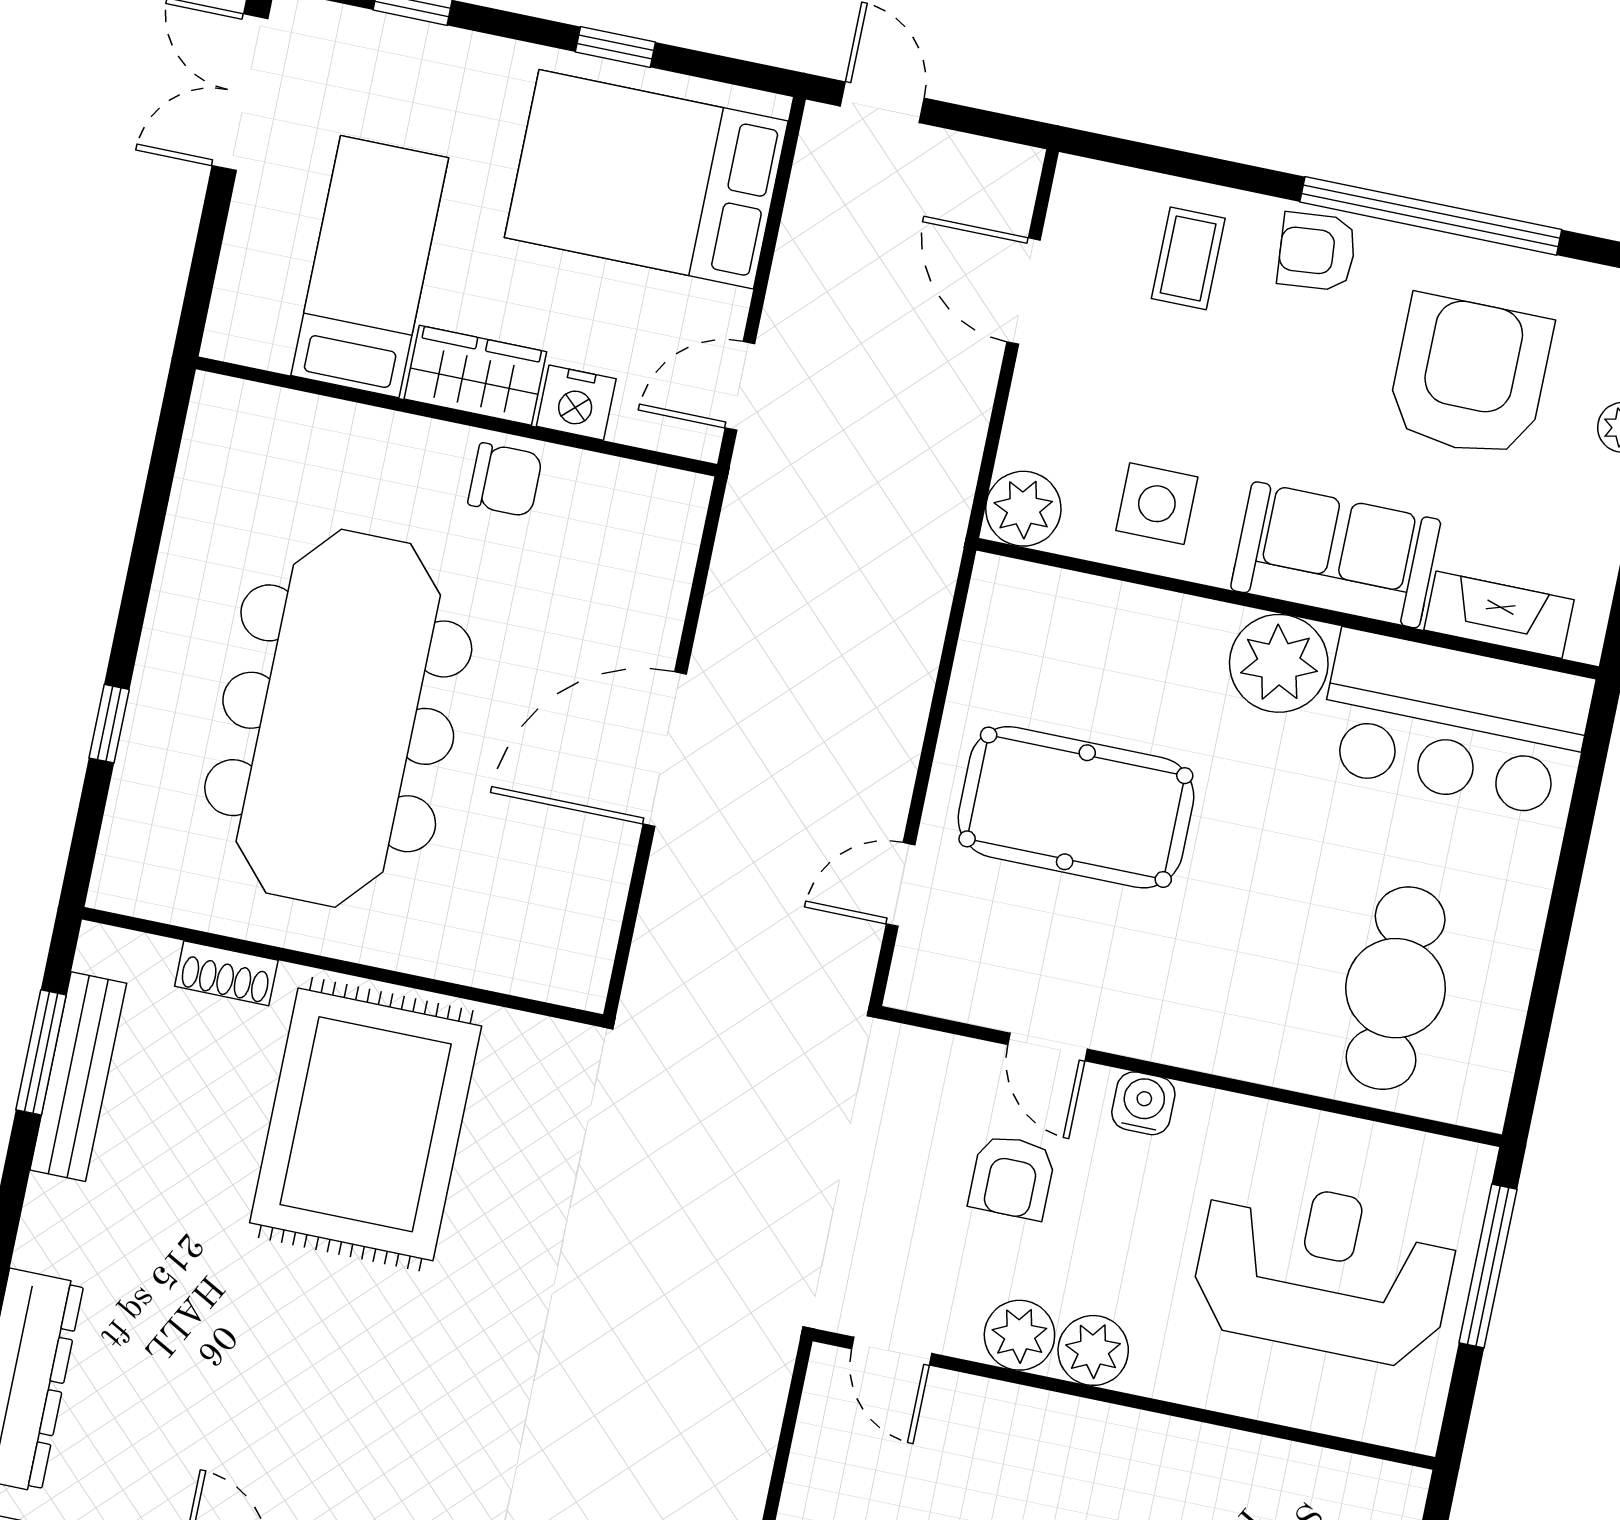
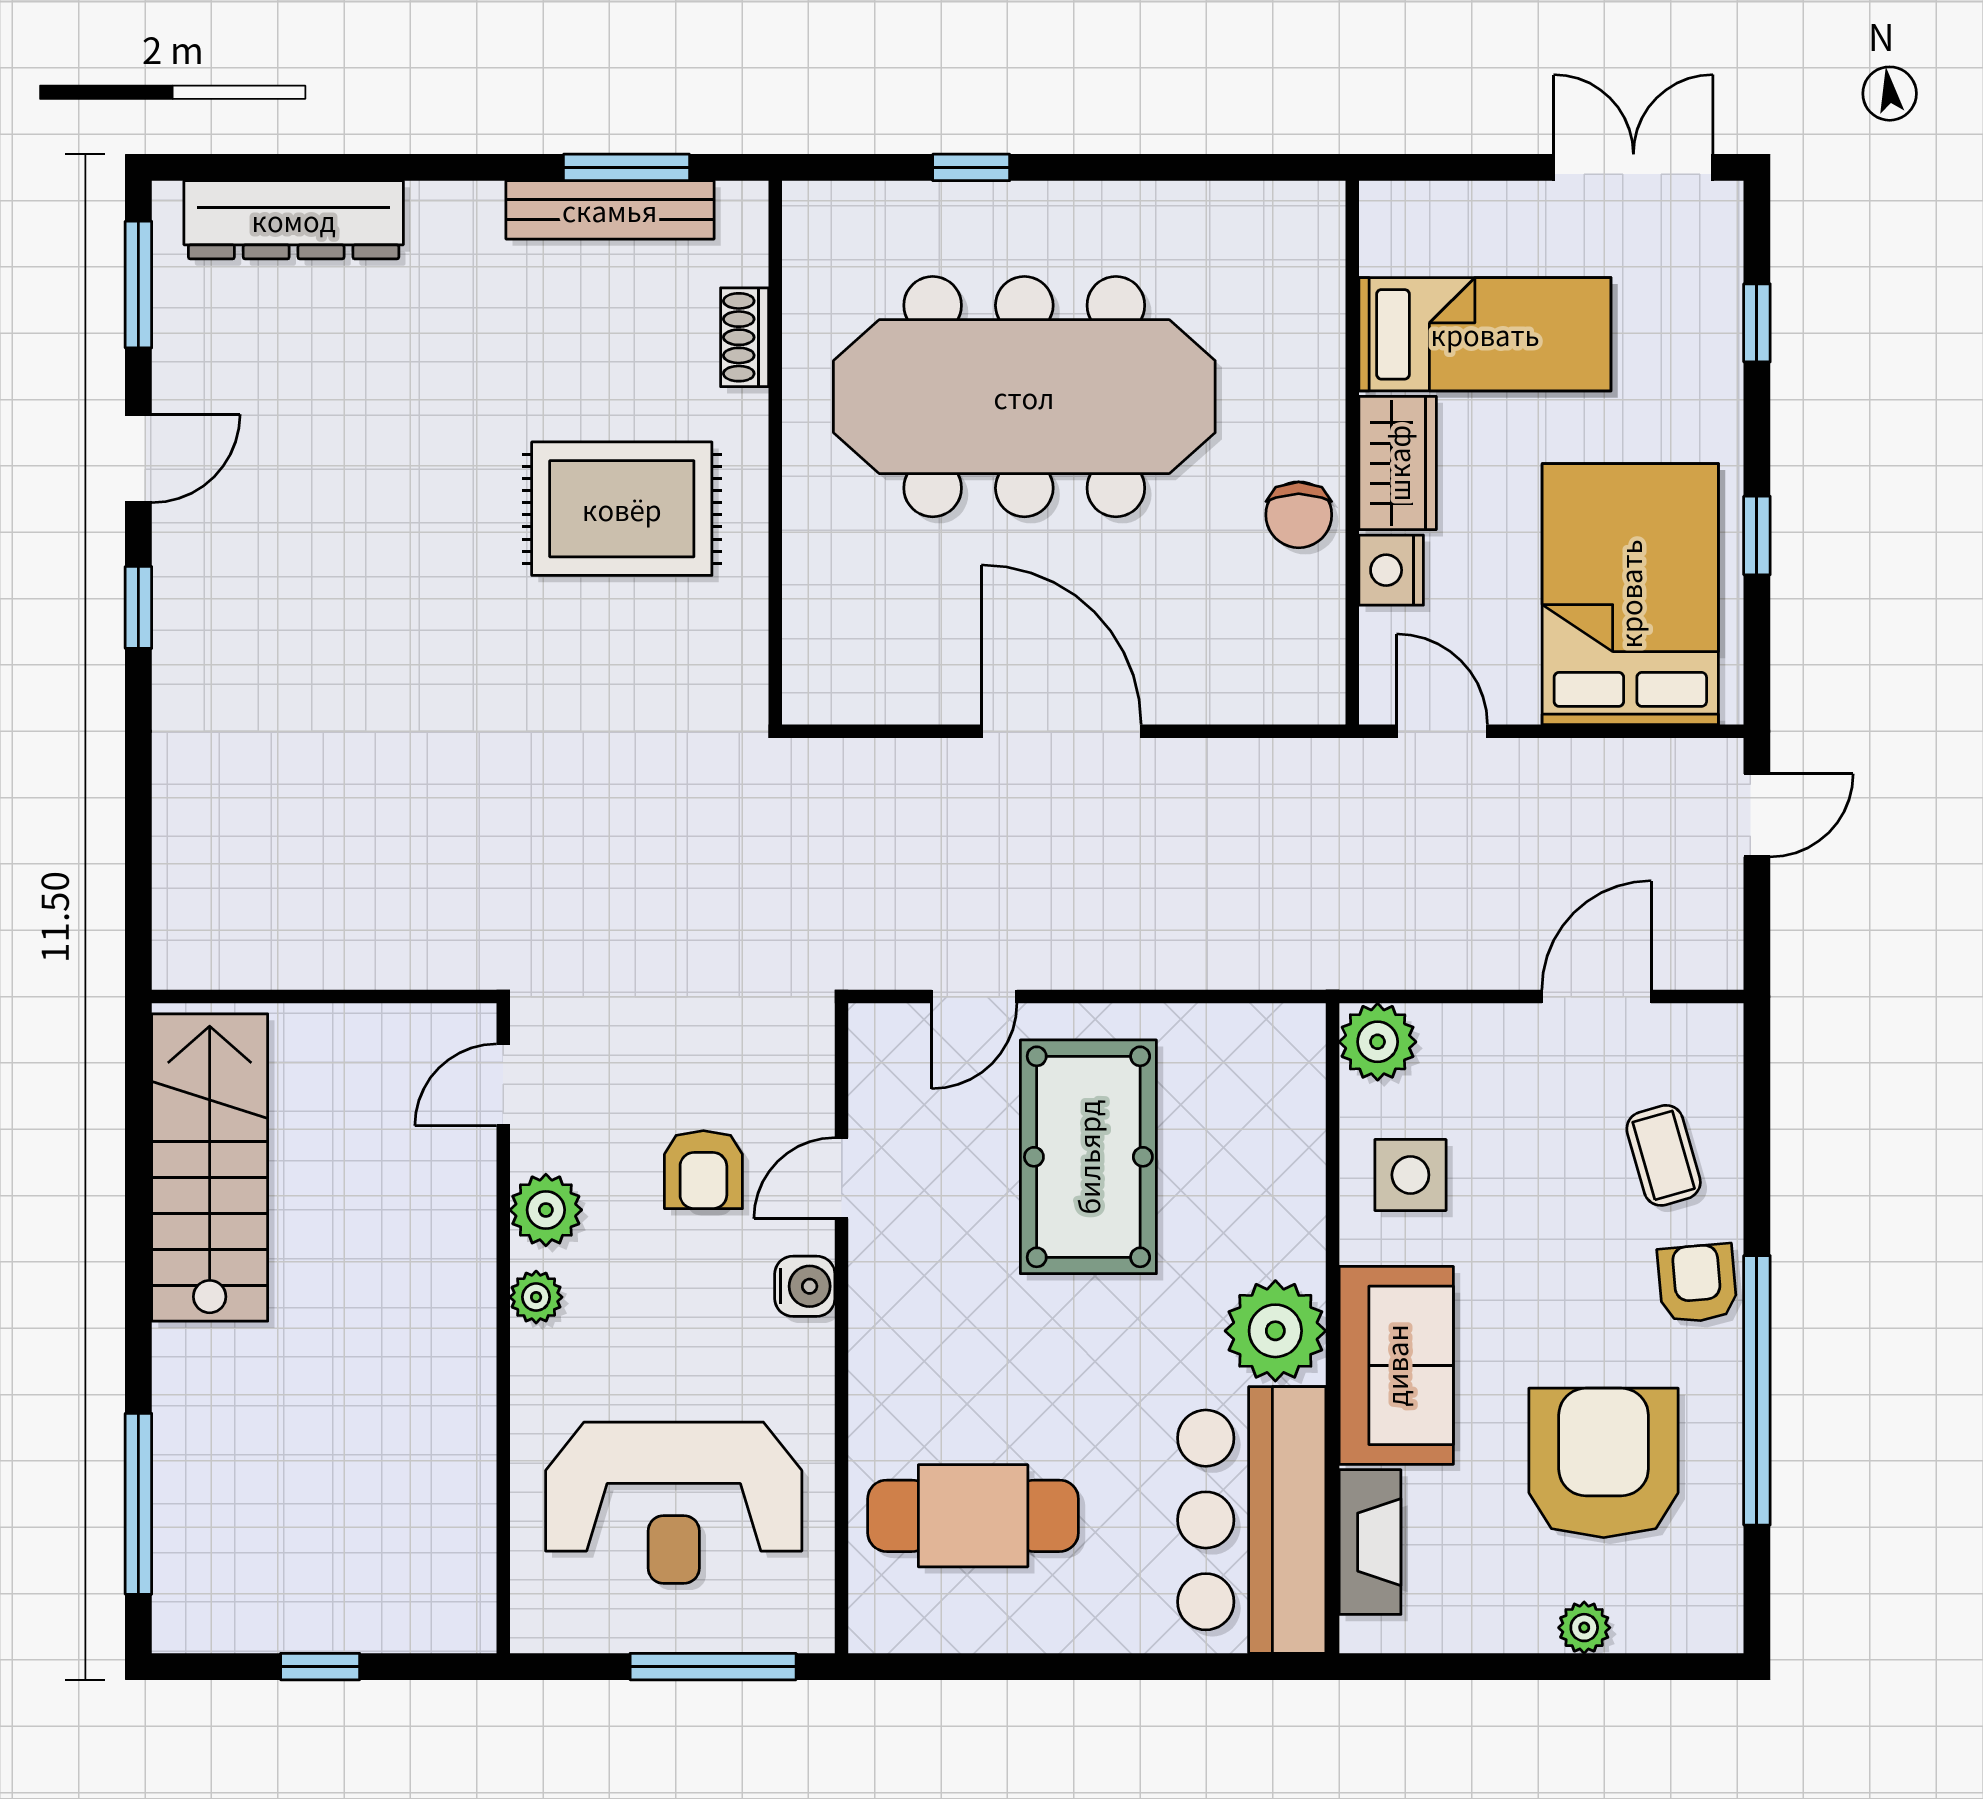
coffee table: (1188, 258) -> (1664, 1155), turned 74
armchair: (1470, 376) -> (1604, 1463), turned -90
door: (901, 884) -> (974, 997), swing flipped
rug: (366, 1124) -> (622, 509), width x0.73, depth x0.69
armchair: (1012, 1177) -> (703, 1170), turned -90
reception desk: (1324, 1271) -> (674, 1503), turned 90
plant: (1093, 1350) -> (536, 1297), width x0.73, depth x0.73

